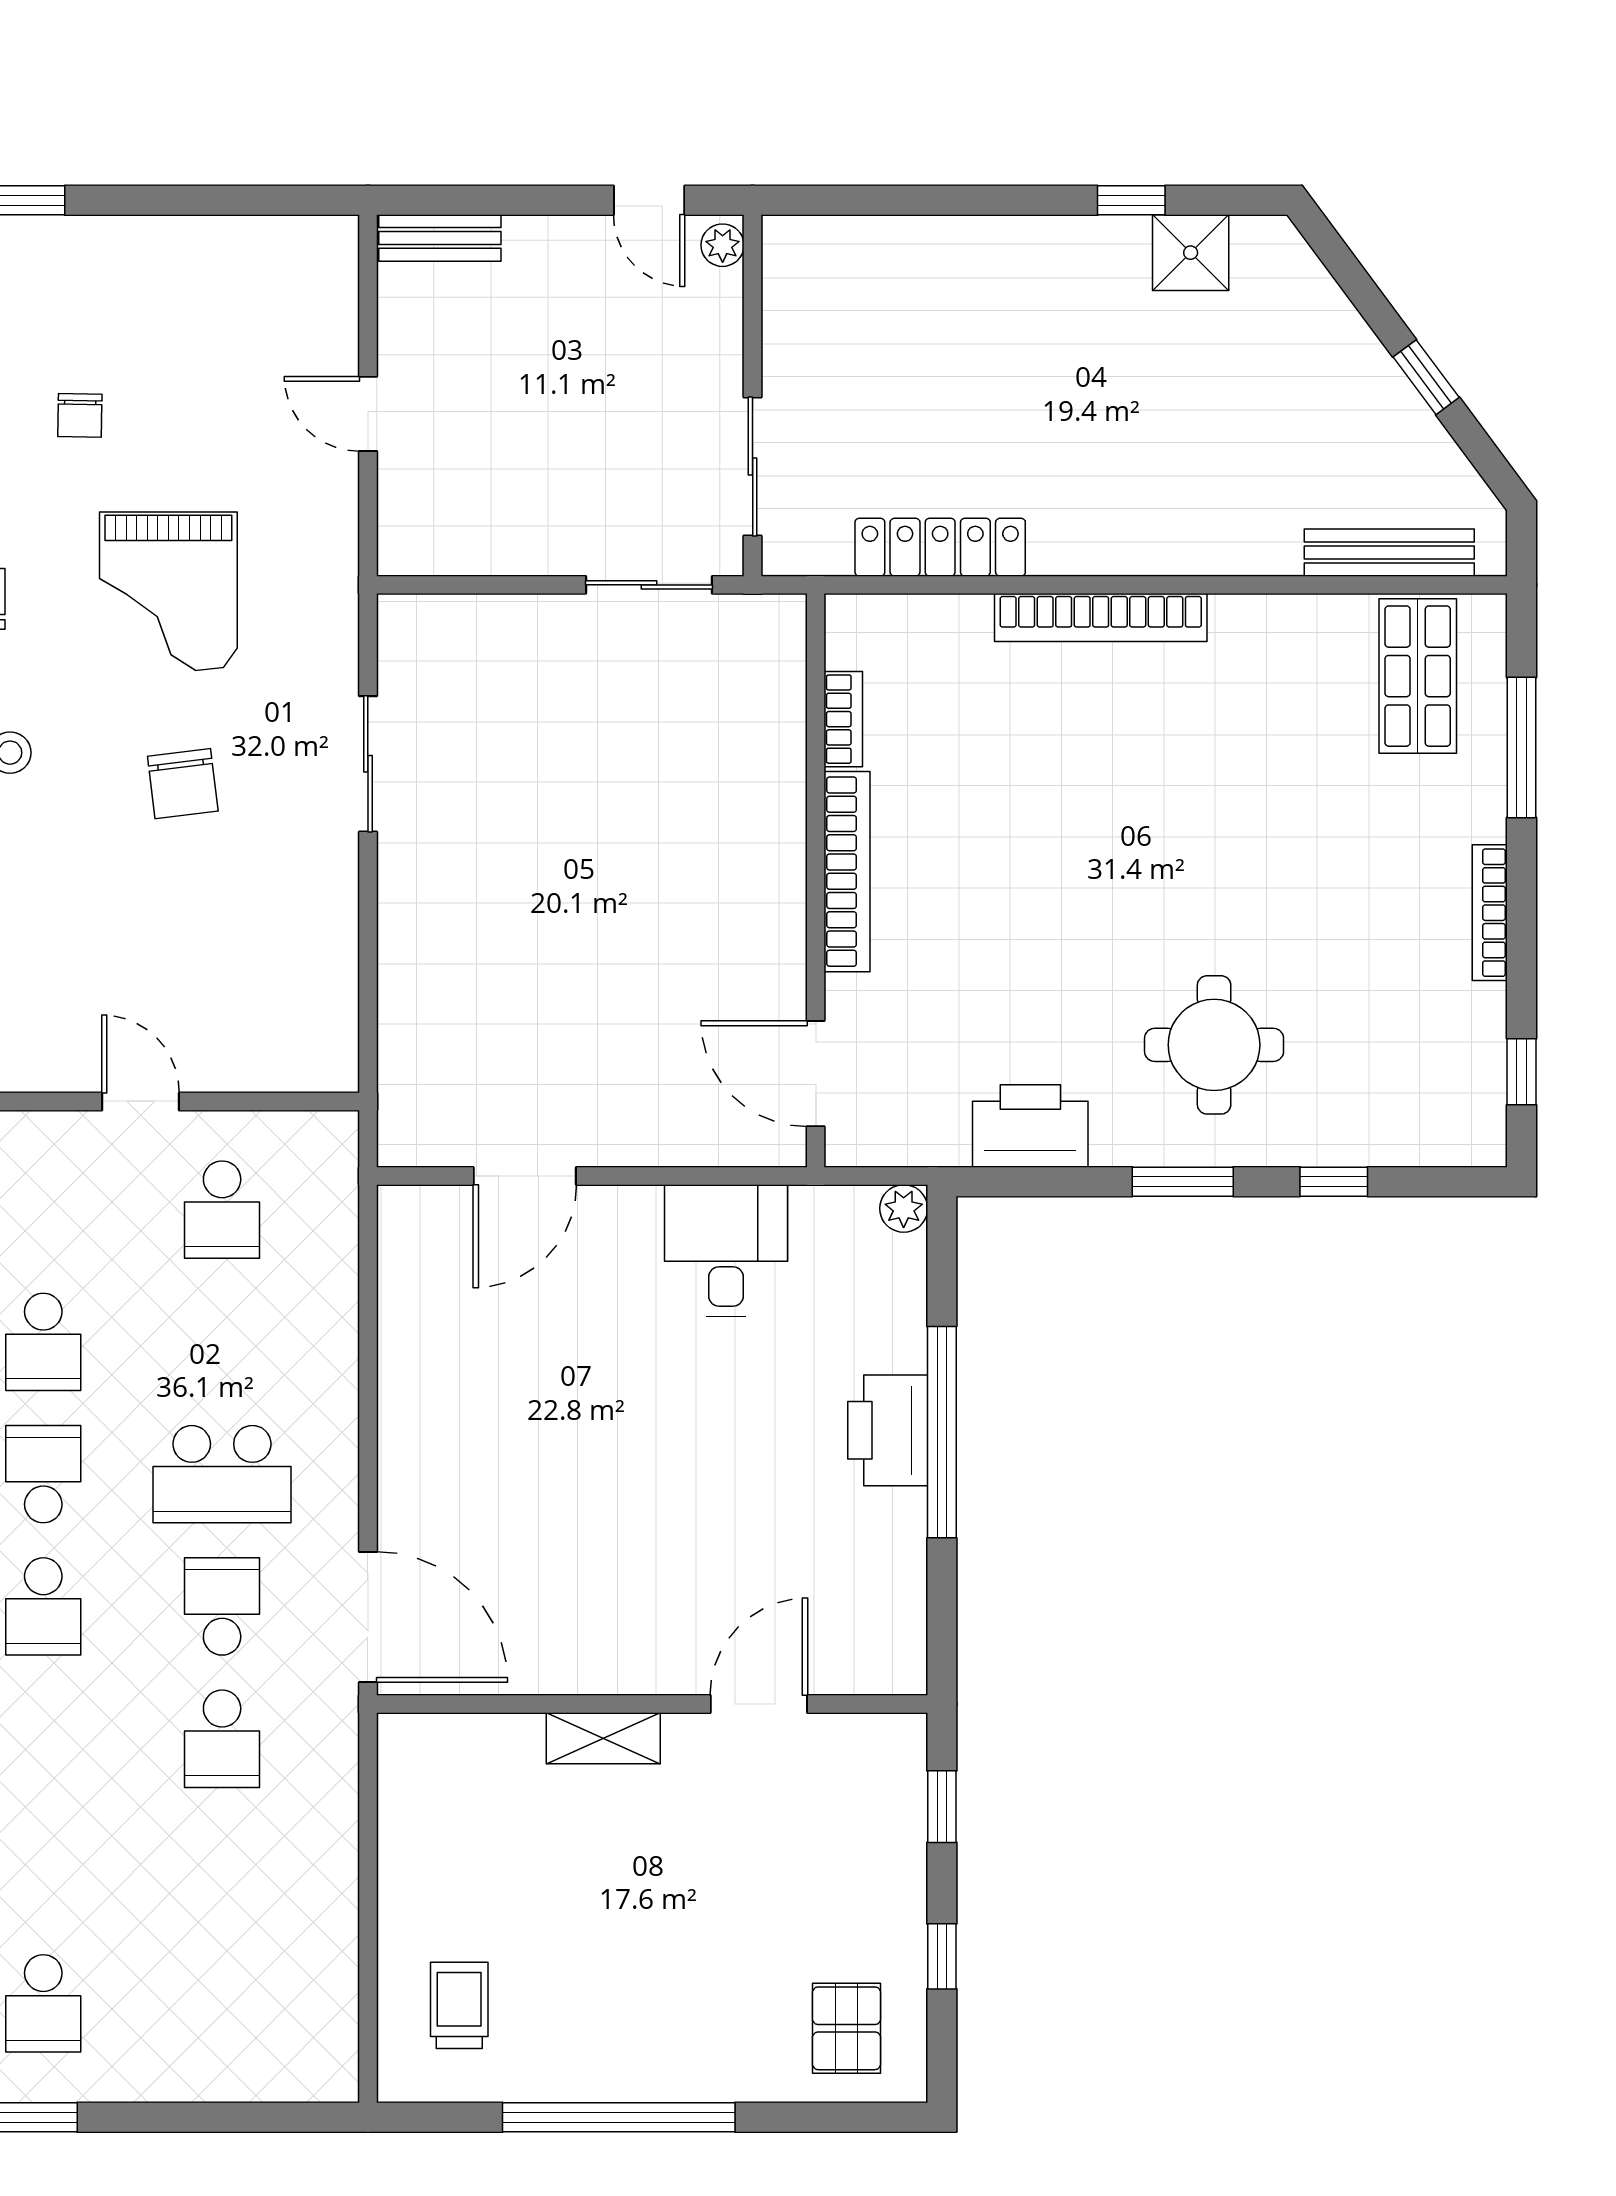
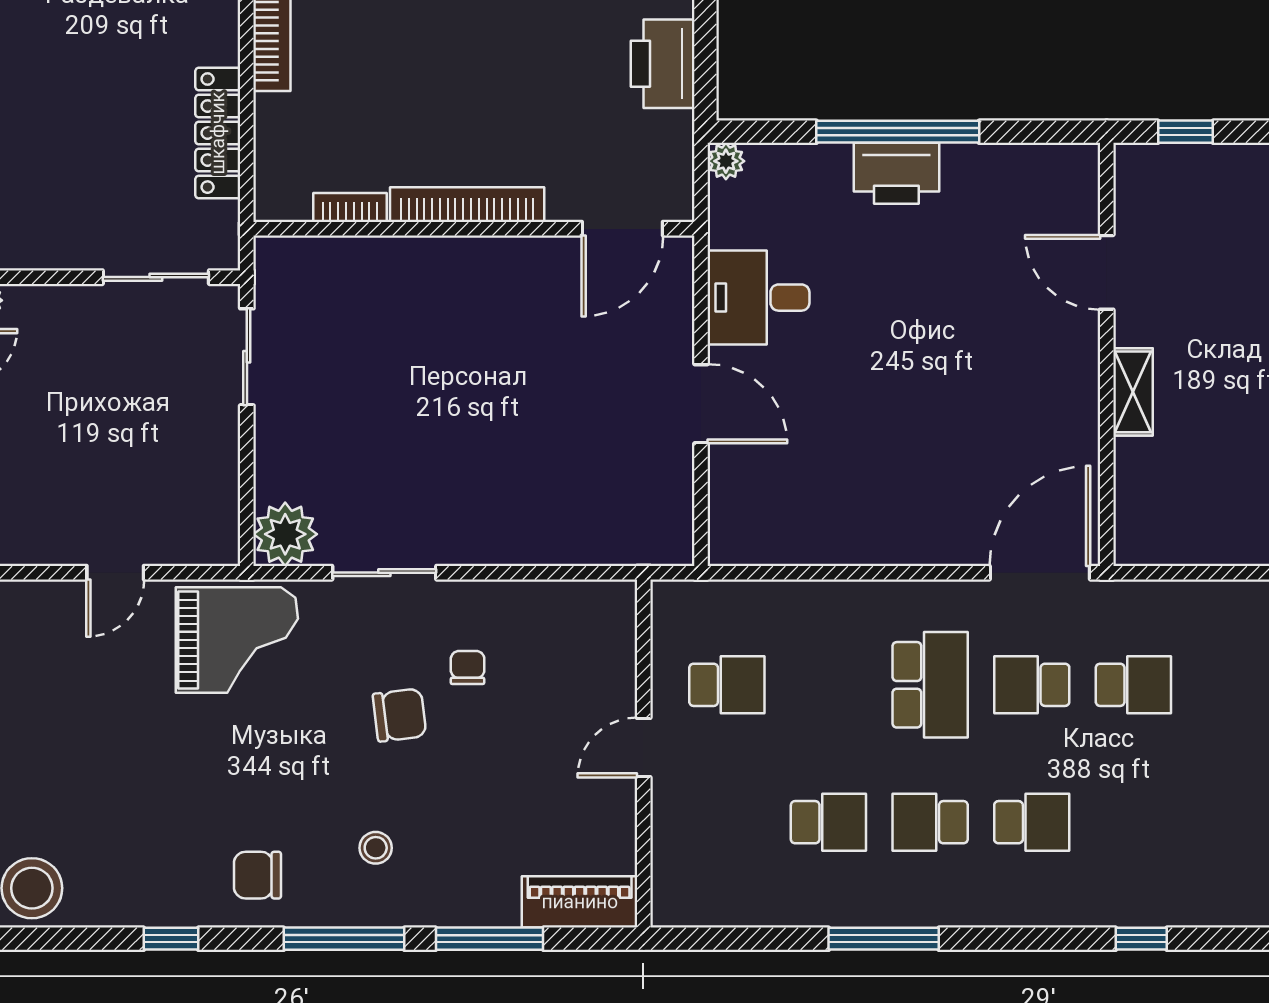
chair: (80, 415) -> (468, 668), moved, turned -91
grand piano: (168, 591) -> (237, 640), moved
plant: (418, 635) -> (285, 534), added
door: (525, 1176) -> (701, 404), moved

